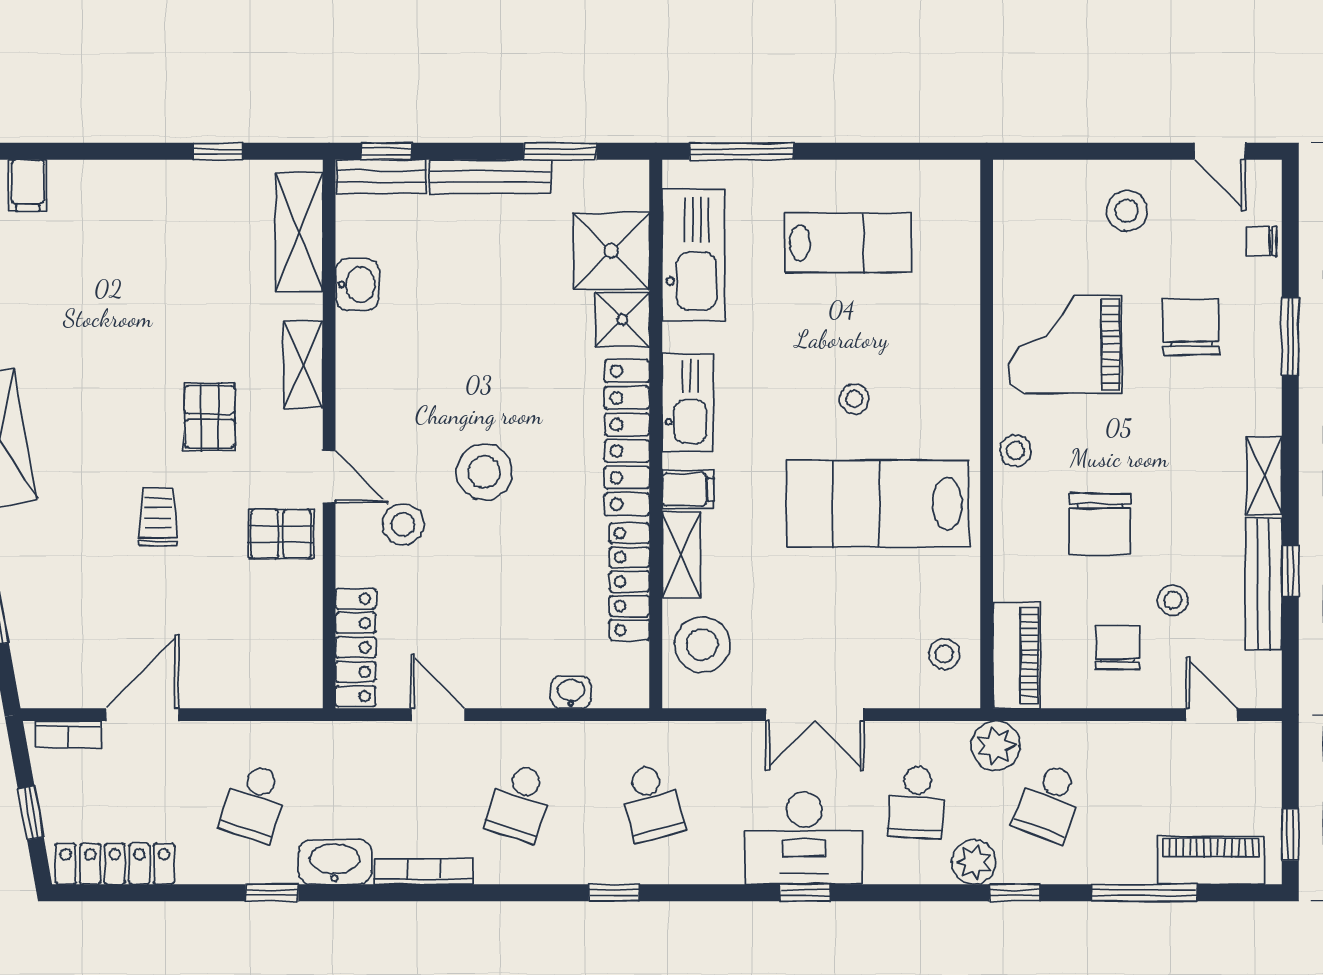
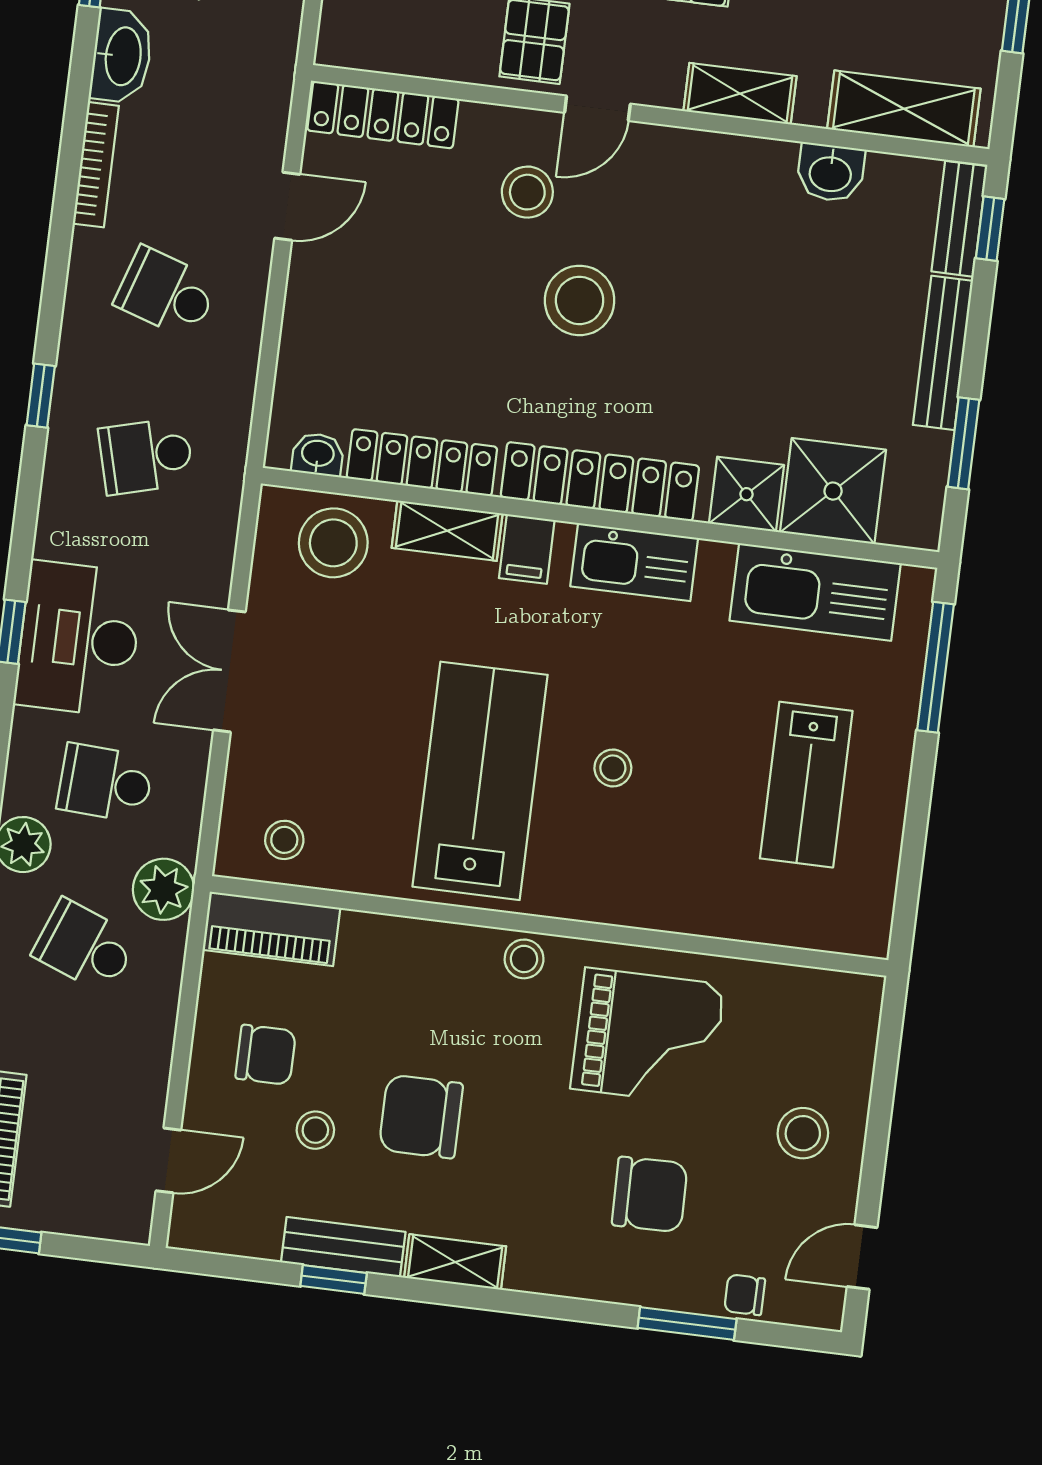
chair: (1262, 241) -> (745, 1295), turned -90
window: (1290, 337) -> (687, 1324), moved
grand piano: (1065, 344) -> (648, 1037), turned 90
chair: (1100, 524) -> (421, 1117), moved
bench: (1263, 584) -> (343, 1247), width x0.73
washbasin: (571, 692) -> (318, 455), moved, turned -90

